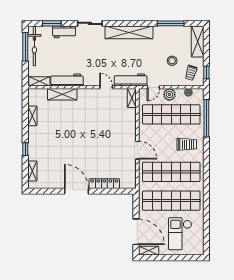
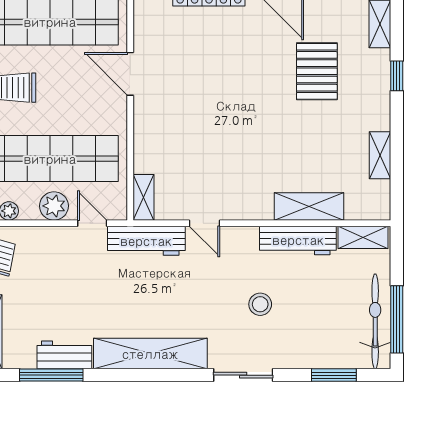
workbench: (64, 32) -> (64, 355), moved
stool: (172, 61) -> (260, 304), moved
door: (153, 87) -> (92, 223), hinge flipped
pallet: (59, 151) -> (317, 71), added

